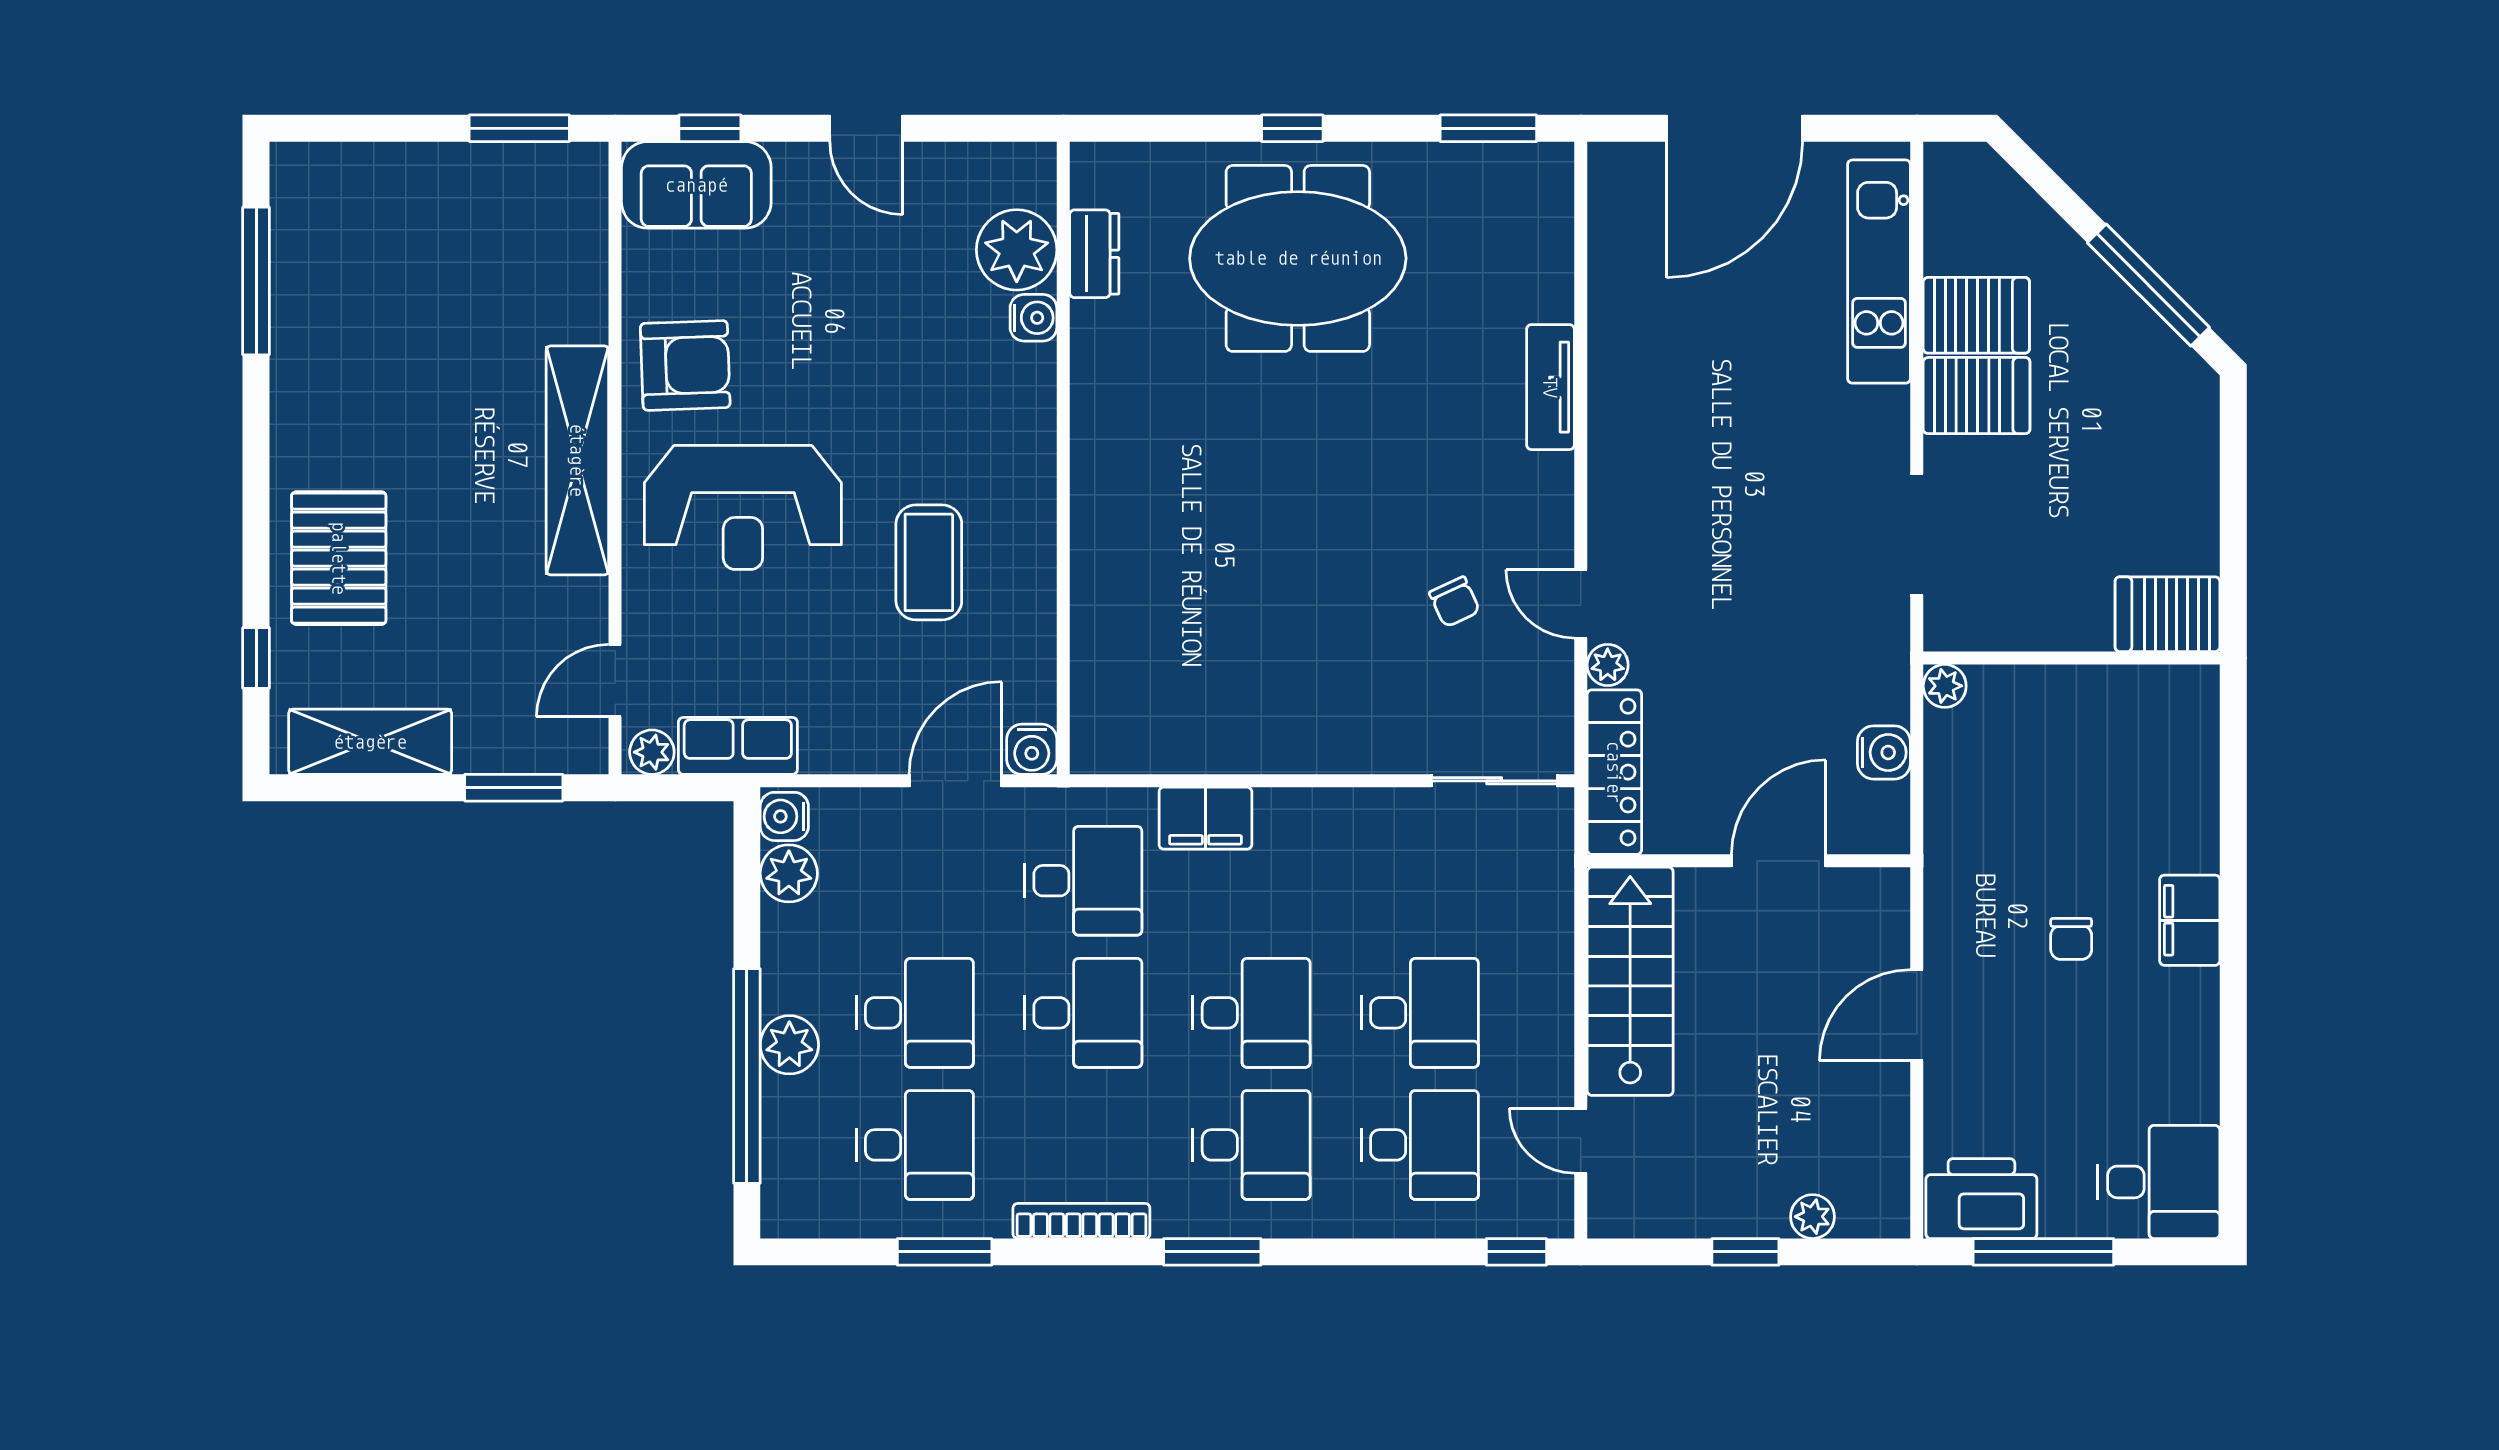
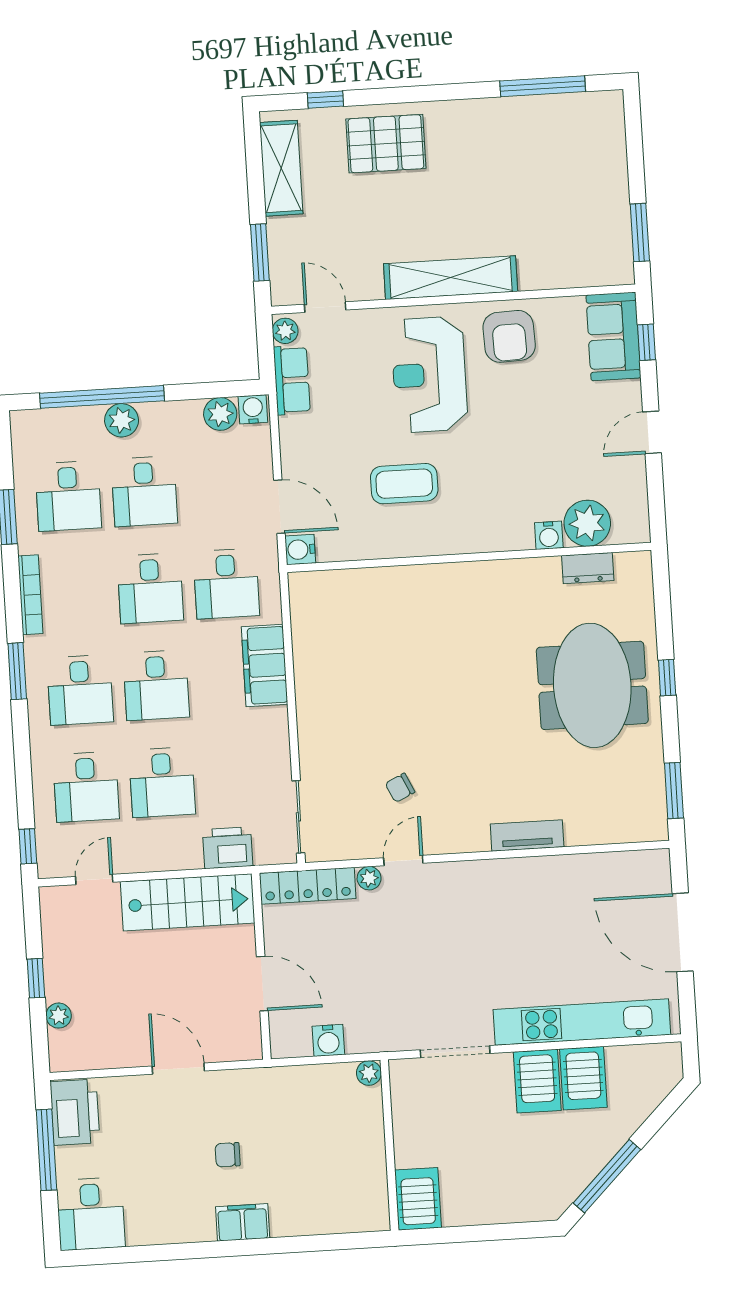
kitchen unit: (1879, 272) -> (582, 1022), width x1.36
filing cabinet: (1205, 818) -> (265, 665), width x1.50, depth x1.17
printer: (1540, 906) -> (228, 848), added

